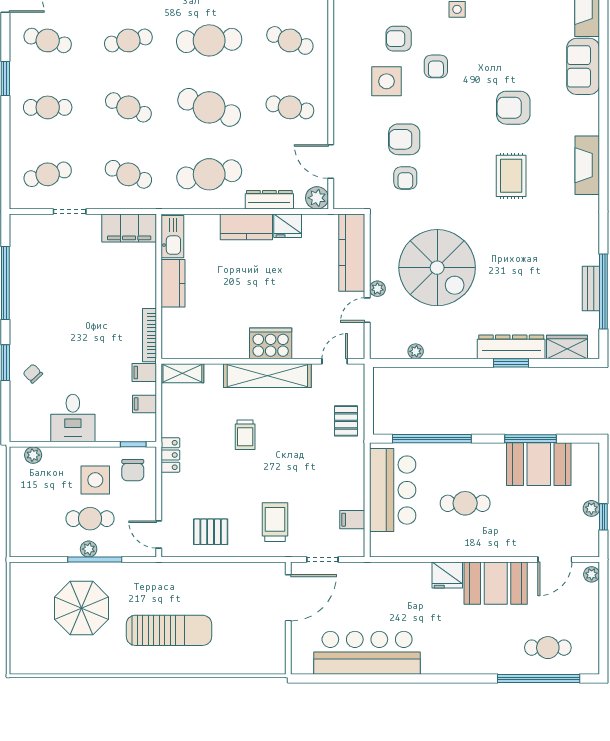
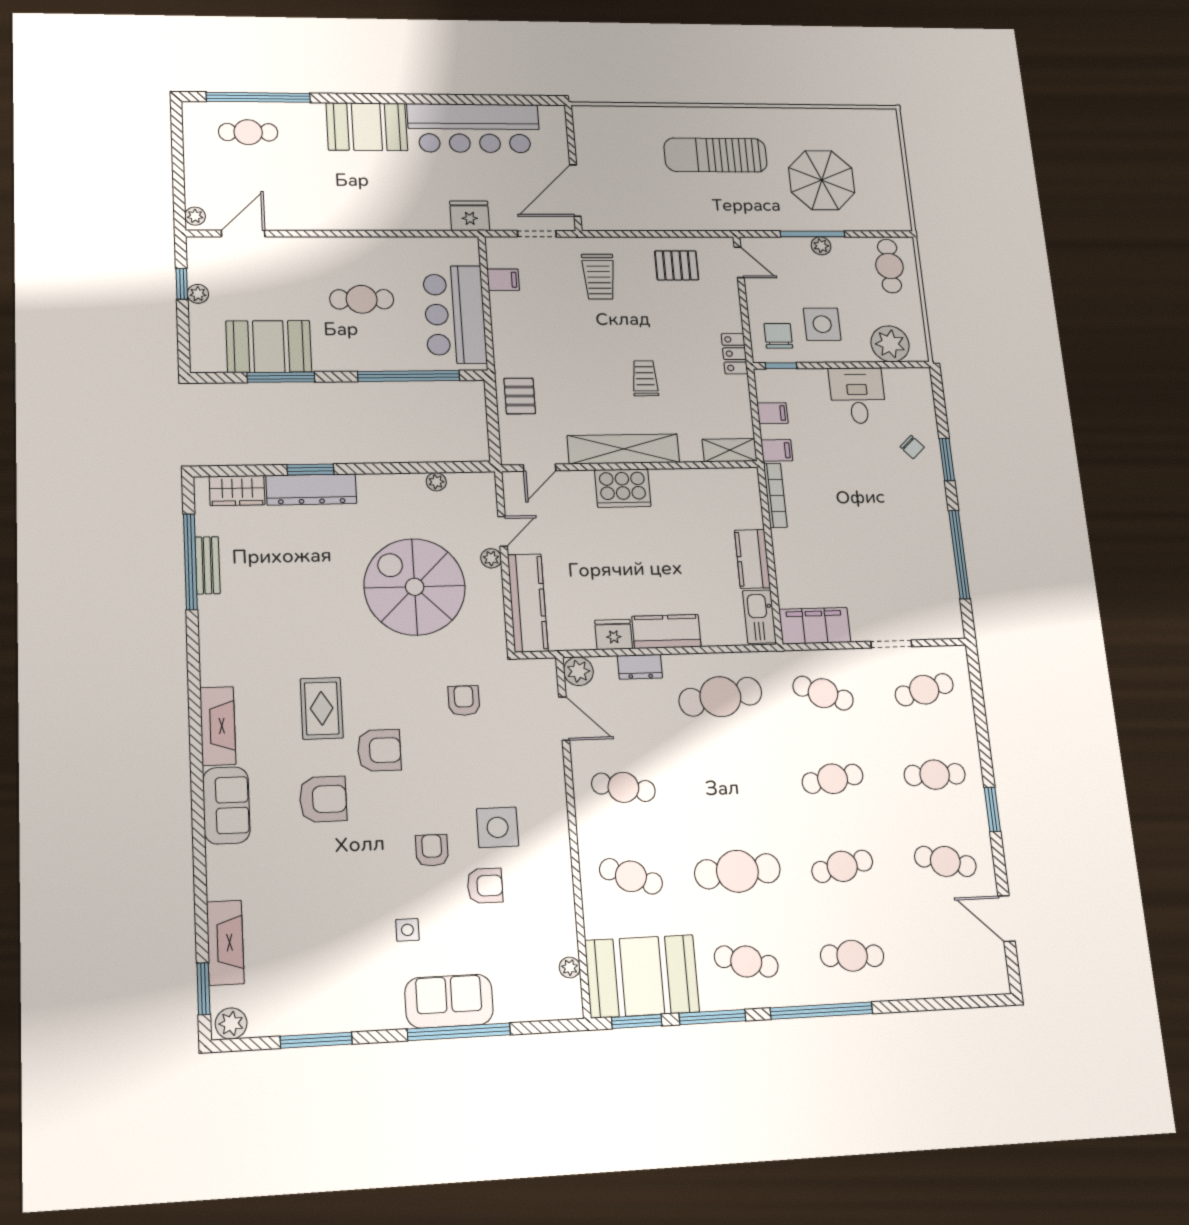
sofa: (583, 66) -> (226, 805), moved
cafe table: (128, 107) -> (833, 779), turned -33
cafe table: (209, 107) -> (729, 783), removed
armchair: (404, 139) -> (379, 750), moved
dresser: (269, 200) -> (640, 667), width x0.70
plant: (33, 455) -> (890, 344), width x1.87, depth x1.87
cafe table: (90, 519) -> (889, 266), moved, turned 90
fridge: (447, 575) -> (470, 216), moved
booth: (496, 583) -> (367, 127), moved

